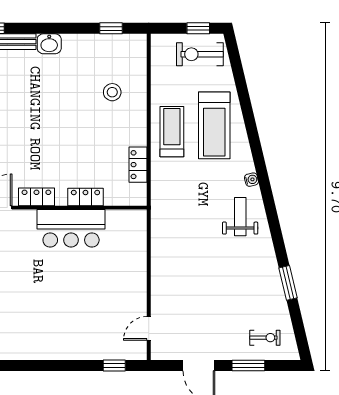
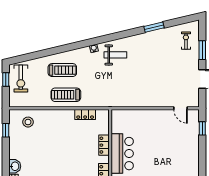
stool: (112, 92) -> (28, 122), moved
treadmill: (214, 125) -> (62, 70), width x0.73, depth x0.73
weight bench: (240, 217) -> (115, 55), turned 180

